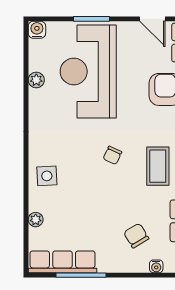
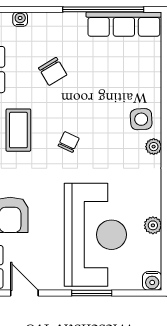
plant: (36, 220) -> (154, 147), moved
chair: (136, 236) -> (53, 71), moved
window: (81, 275) -> (103, 9), width x1.46

